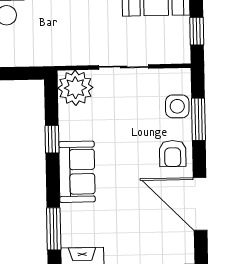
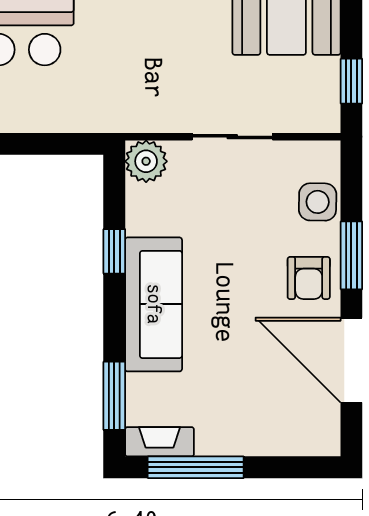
plant: (75, 88) -> (146, 161), width x0.73, depth x0.73
window: (198, 119) -> (351, 255), moved
sofa: (77, 172) -> (154, 304), width x1.36

